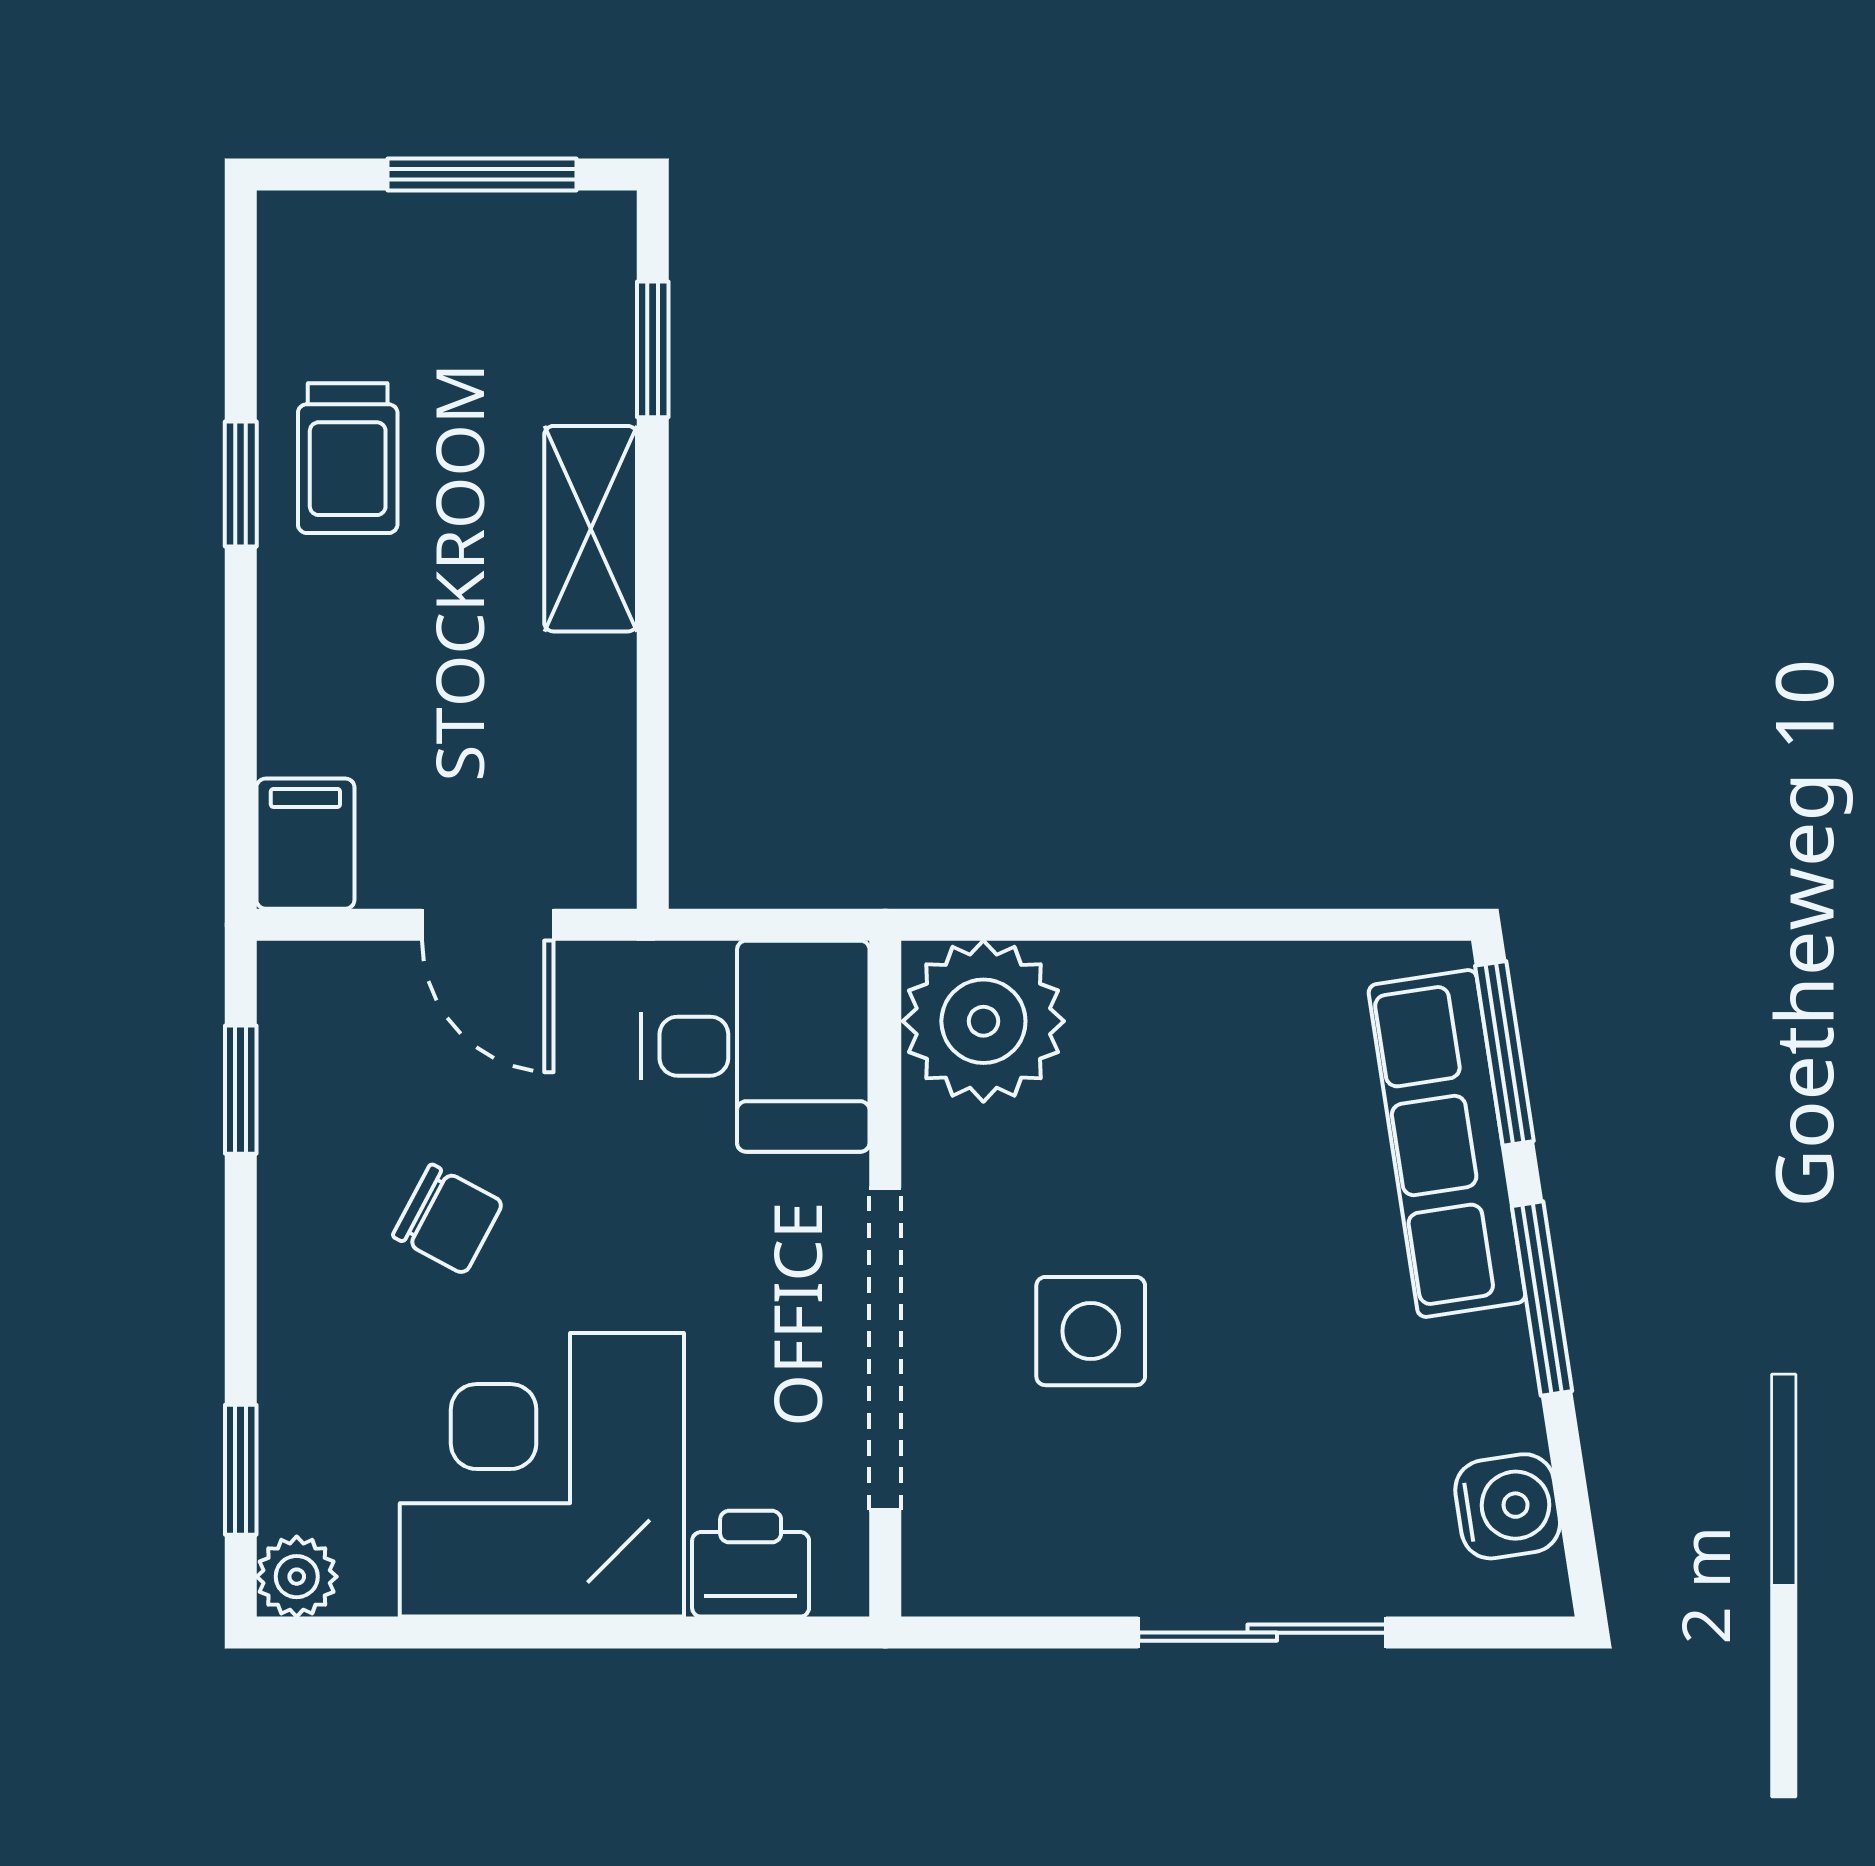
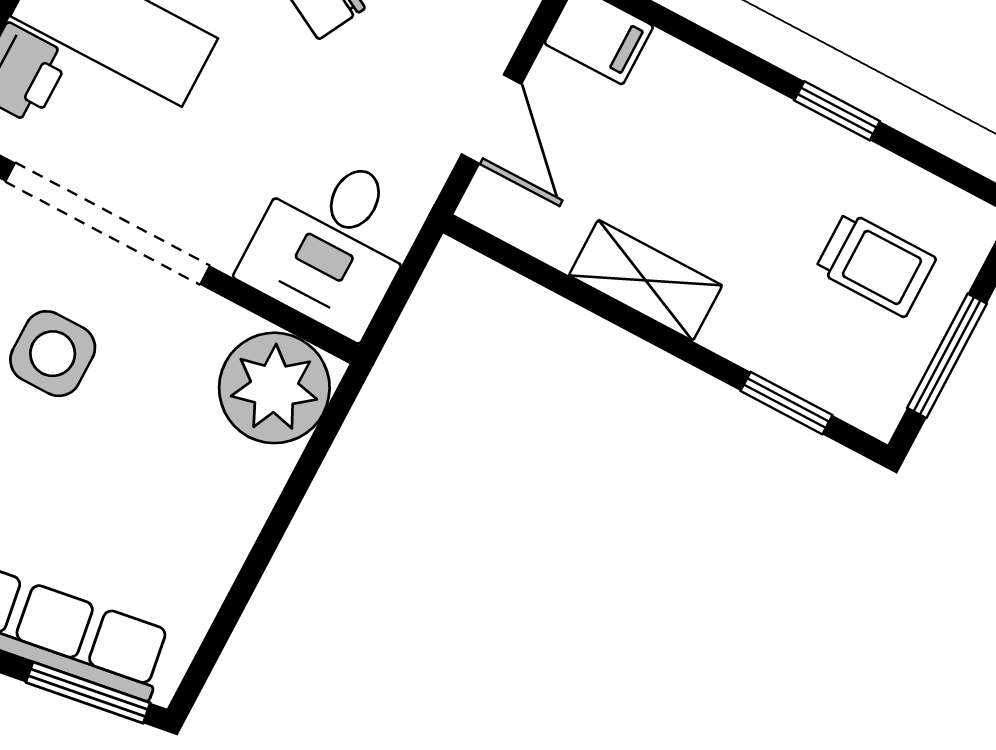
trolley: (348, 458) -> (876, 264), moved, turned 180
shelving: (591, 529) -> (646, 280), moved
door: (488, 925) -> (491, 119), swing flipped

